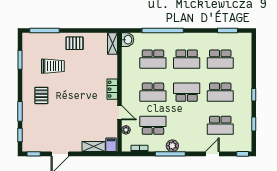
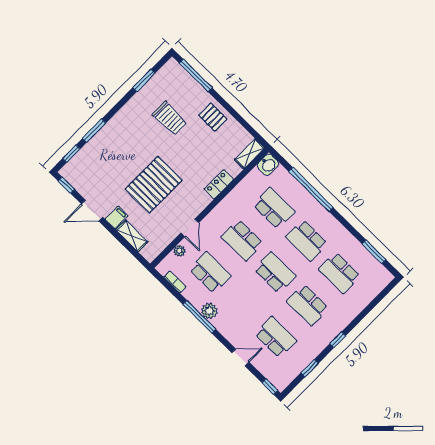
school desk: (153, 59) -> (274, 208), turned 180
locker: (112, 89) -> (219, 184), moved
pallet: (41, 95) -> (154, 185), moved, width x2.05, depth x2.00
school desk: (220, 125) -> (276, 337), turned 180
filing cabinet: (111, 145) -> (116, 217), moved

